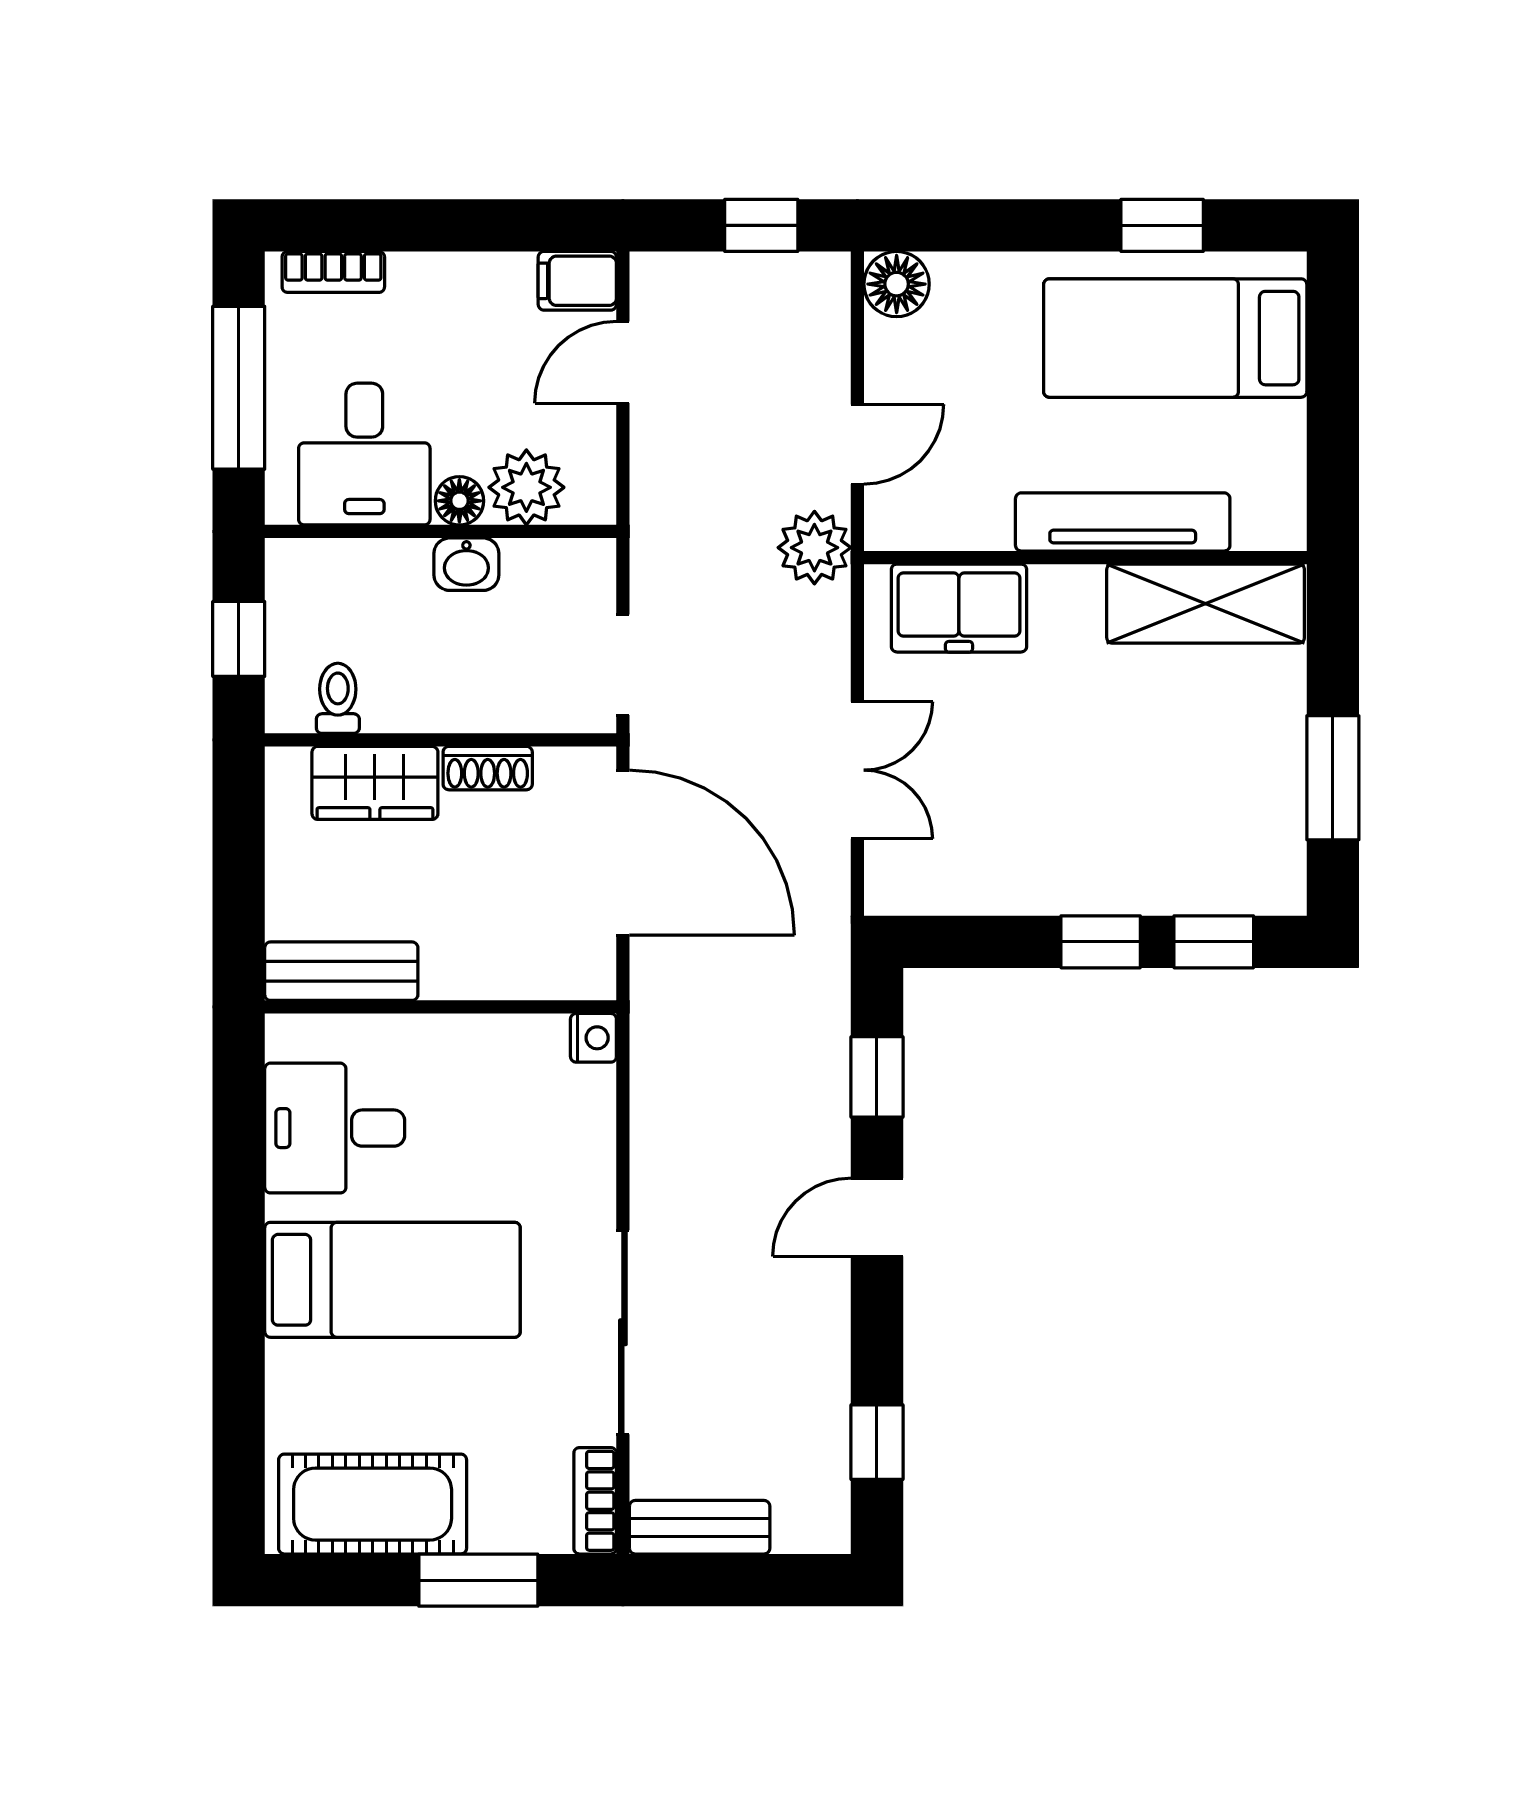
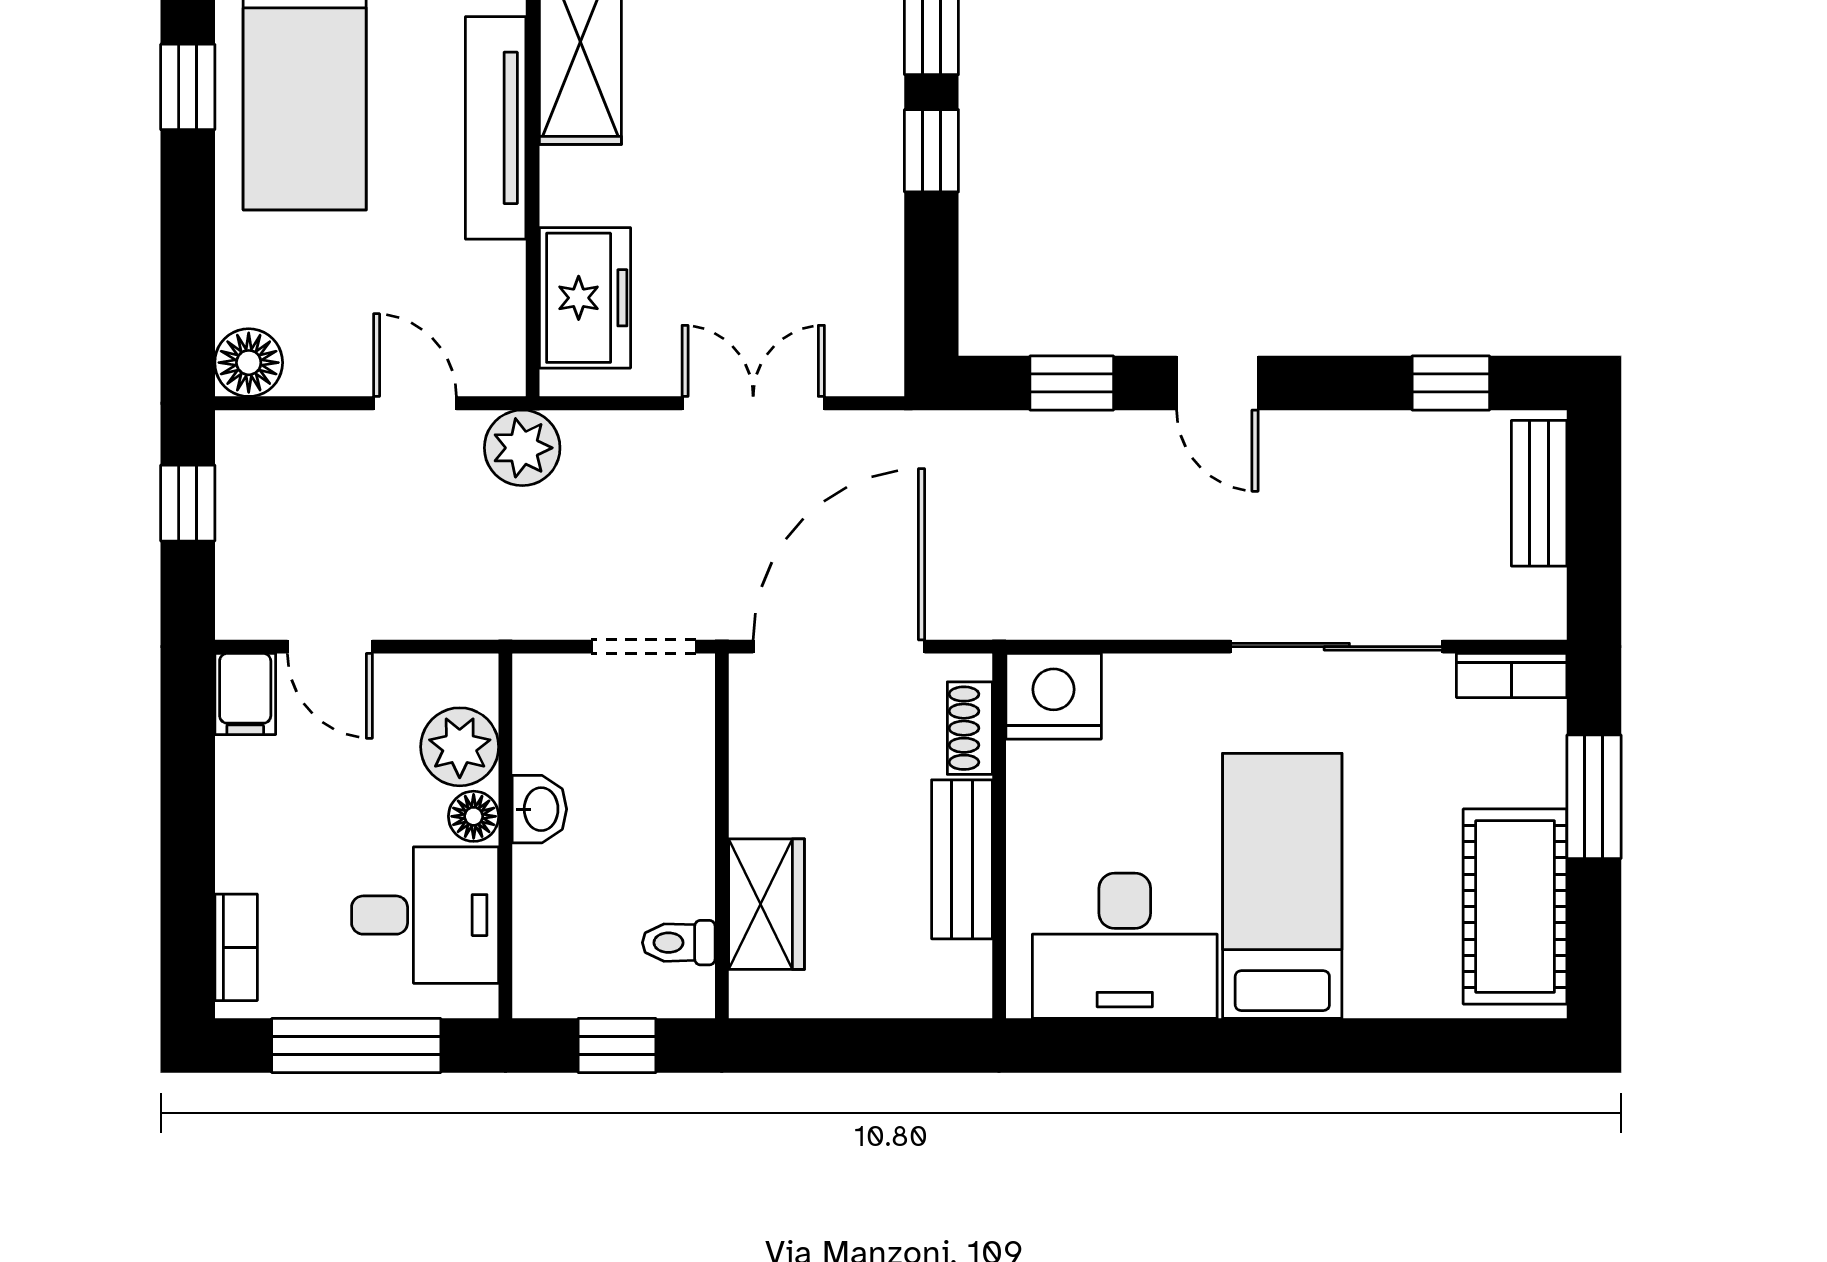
shoe rack: (488, 768) -> (970, 728), moved, turned 180
bench: (341, 971) -> (962, 859), moved
nightstand: (593, 1038) -> (1054, 696), width x1.89, depth x1.79
desk: (335, 1128) -> (1125, 946), width x1.37
bench: (700, 1527) -> (1539, 493), moved

